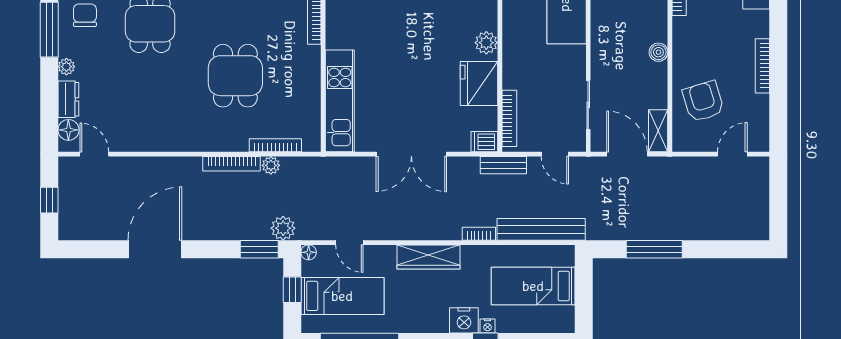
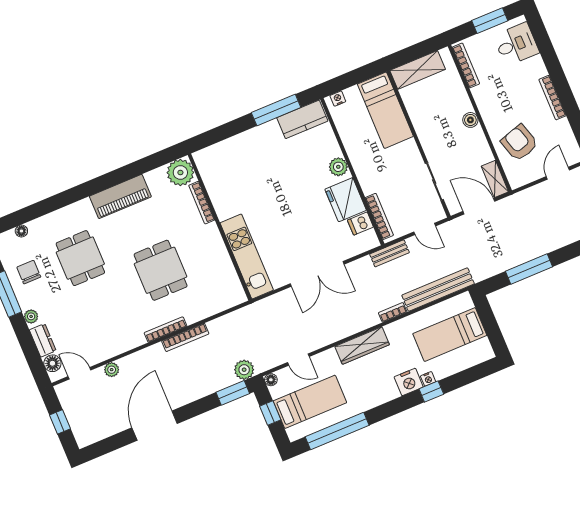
dishwasher: (484, 142) -> (360, 224), moved
bookcase: (275, 145) -> (166, 330), moved
plant: (271, 165) -> (112, 370), moved

